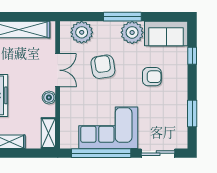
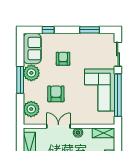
armchair: (103, 67) -> (56, 94), turned 99

